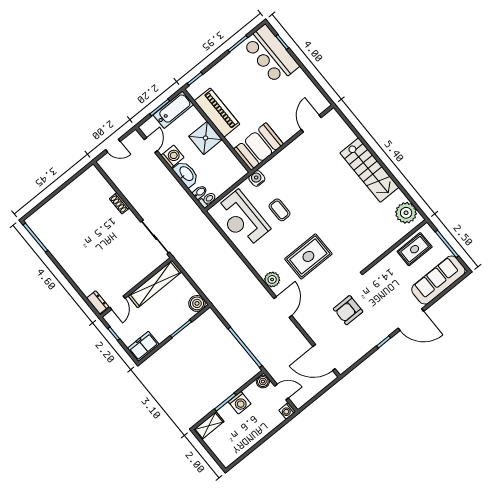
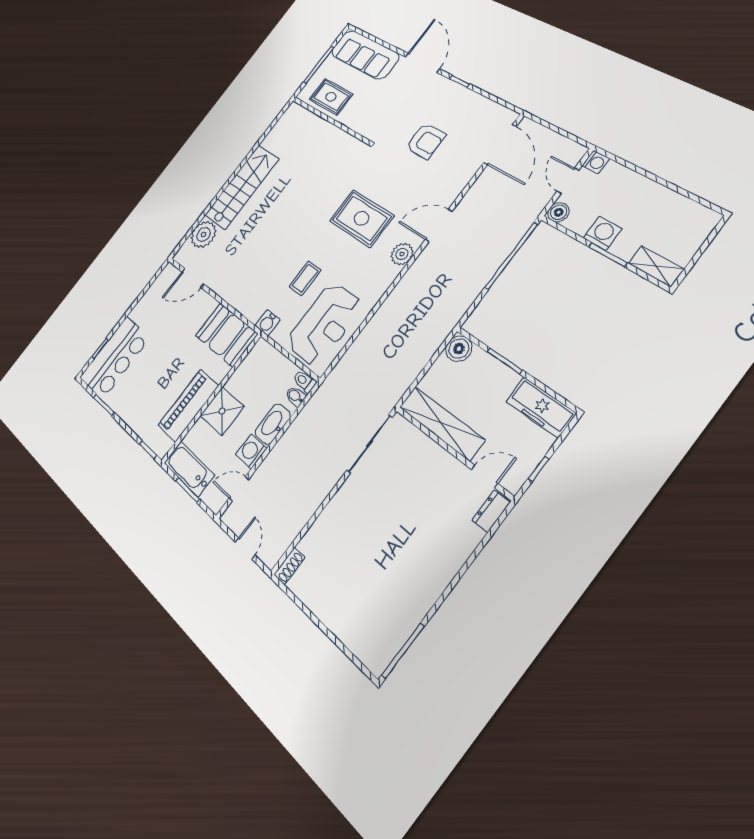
shoe rack: (119, 203) -> (289, 566), moved
plant: (406, 213) -> (203, 234), moved
freezer: (143, 346) -> (541, 407), width x1.40

